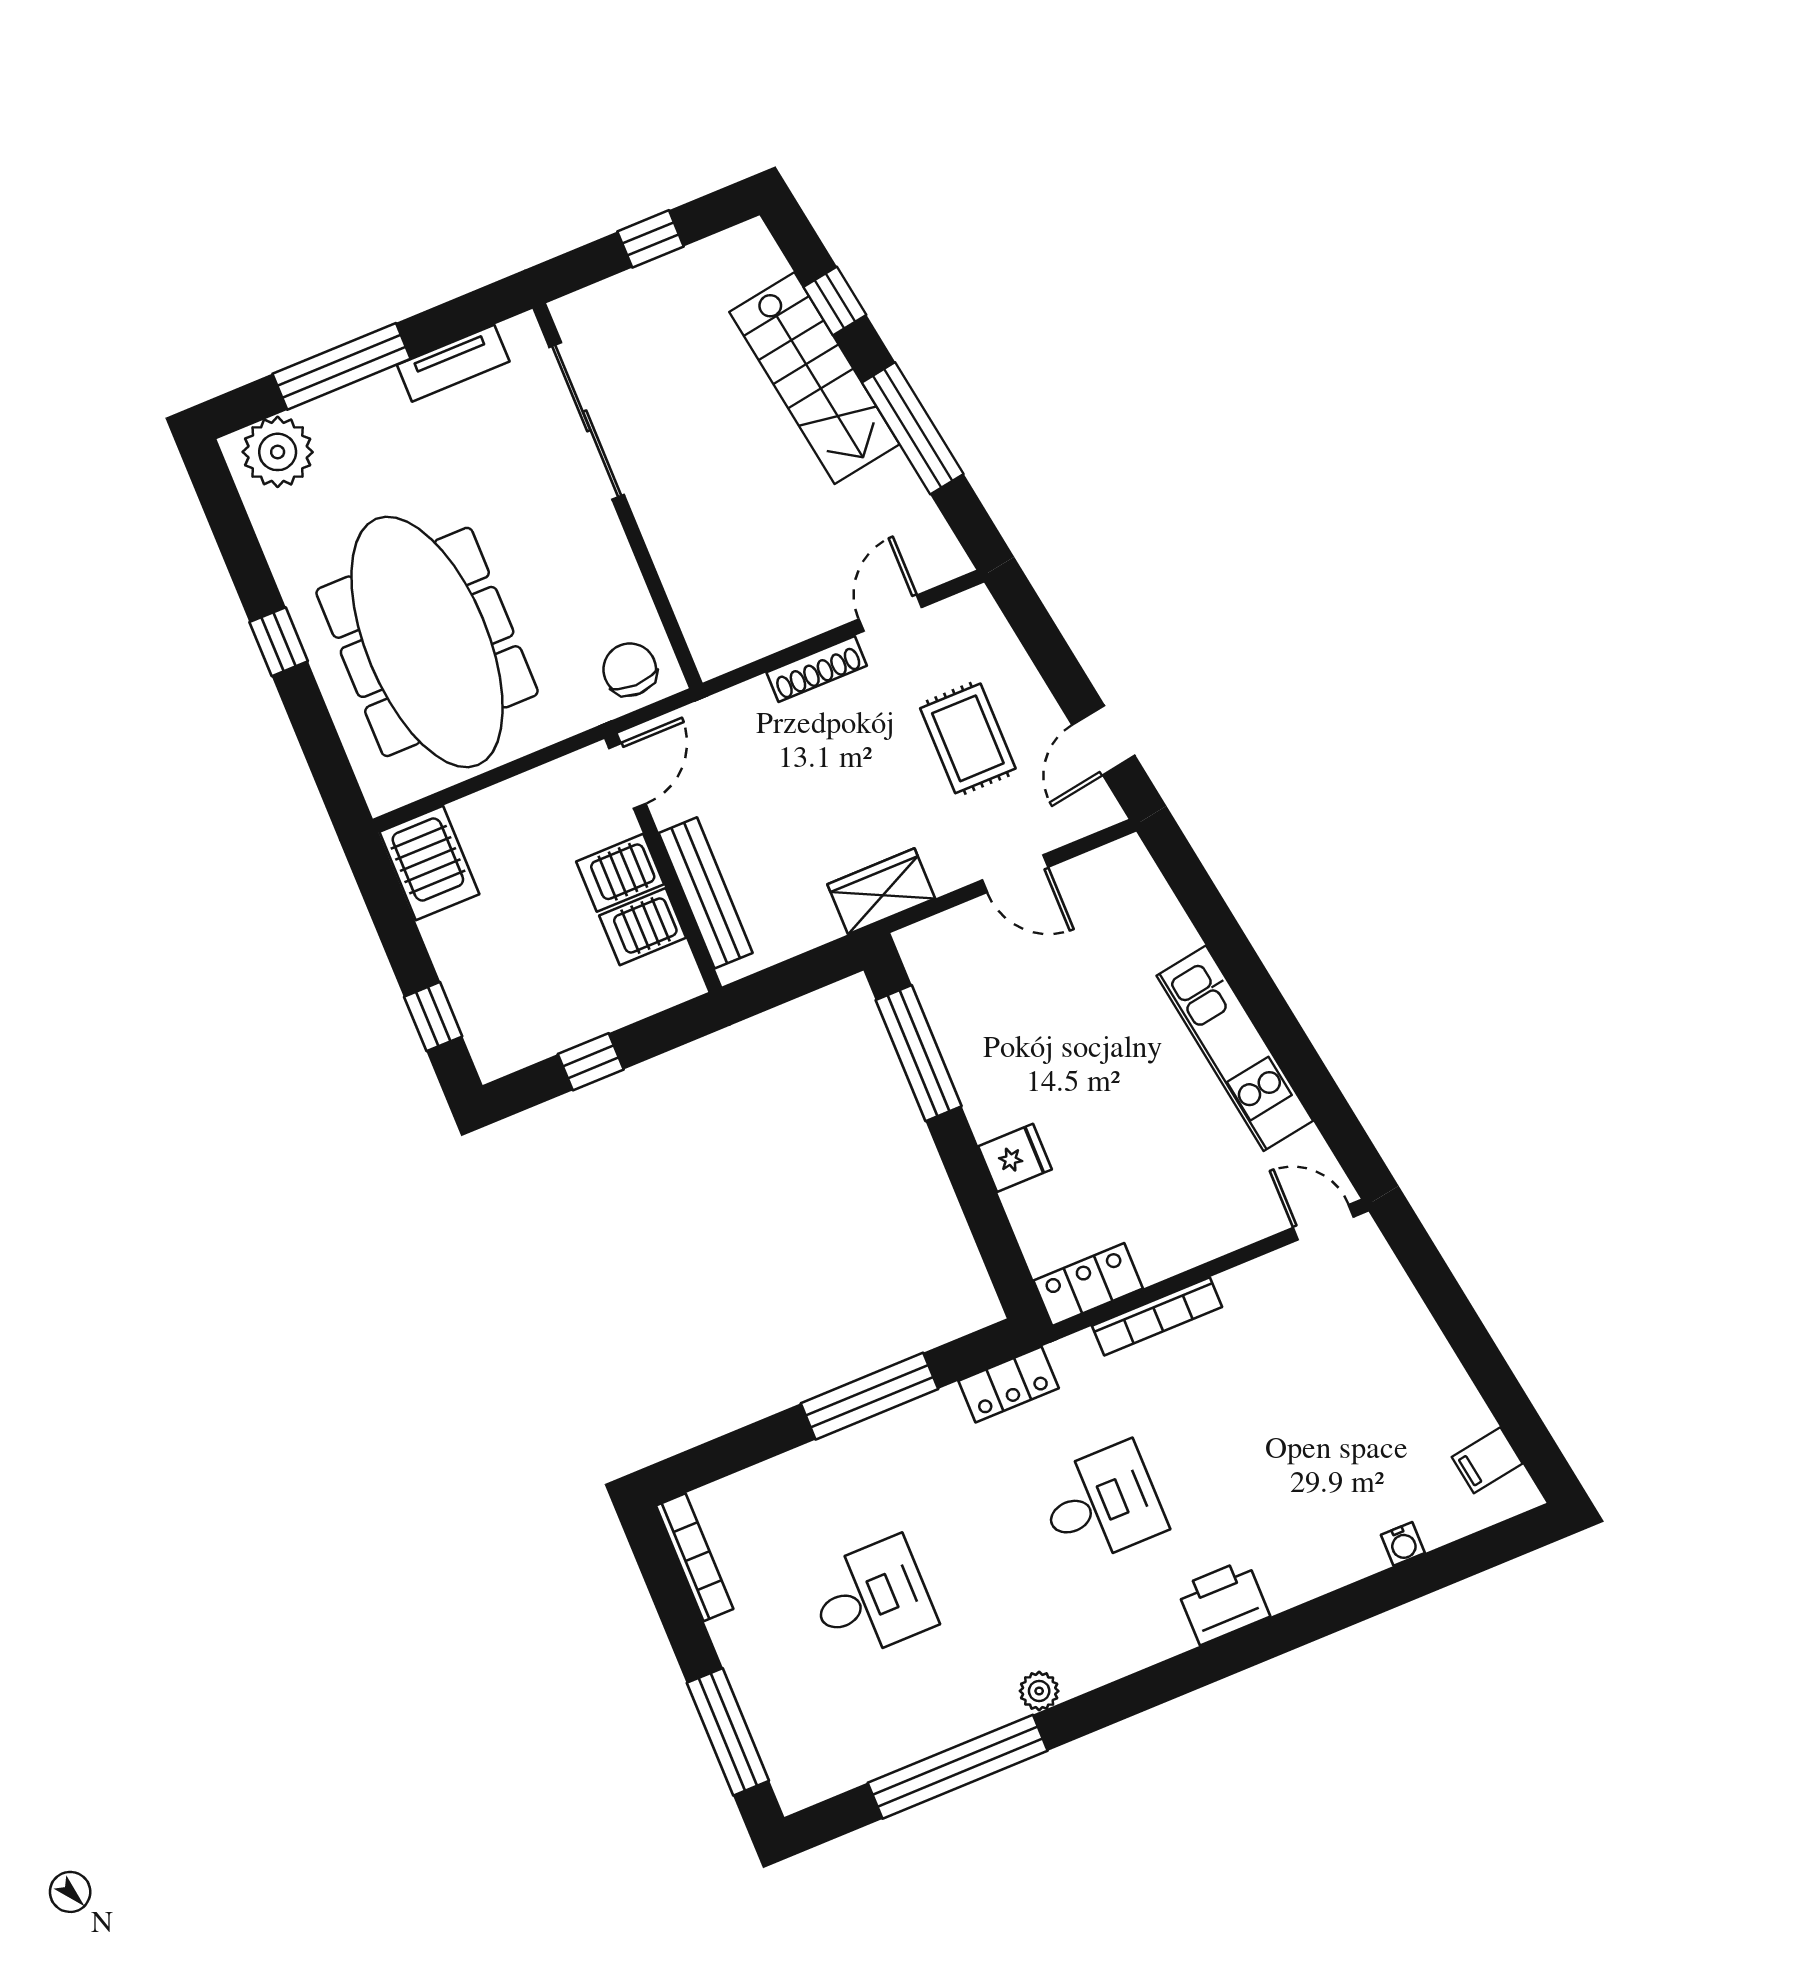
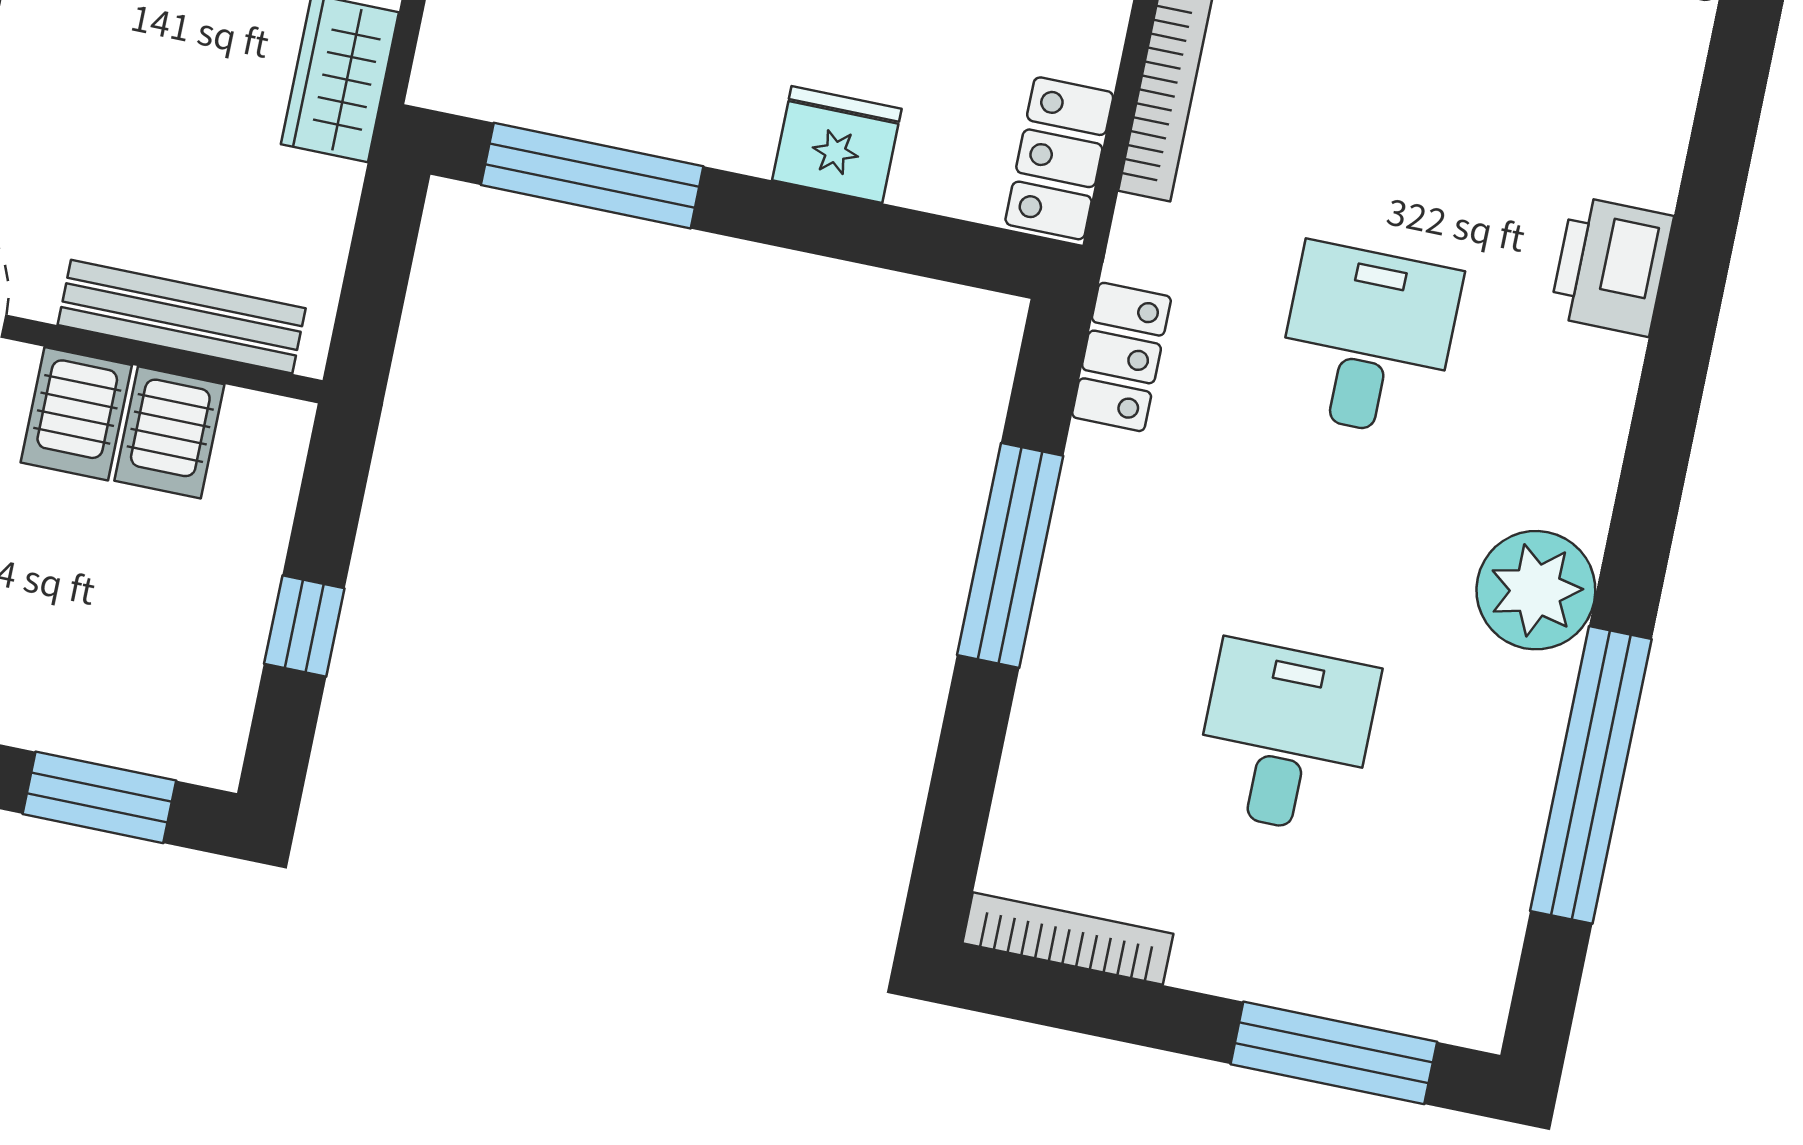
window: (433, 1017) -> (99, 797), width x1.50
fridge: (1015, 1158) -> (837, 144), width x1.38
plant: (1039, 1691) -> (1536, 590), width x1.88, depth x1.88

